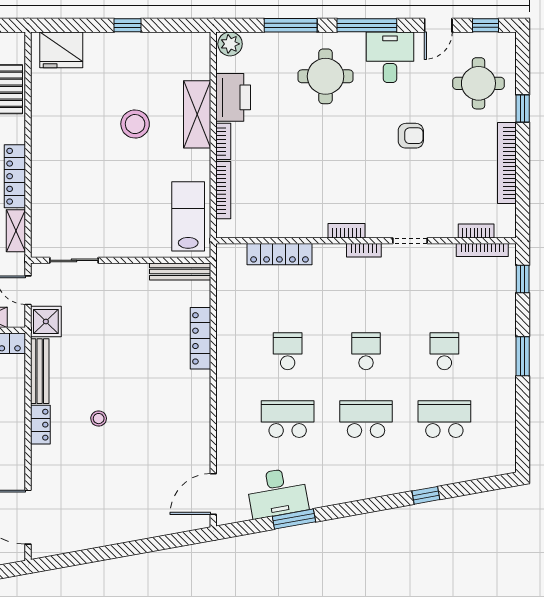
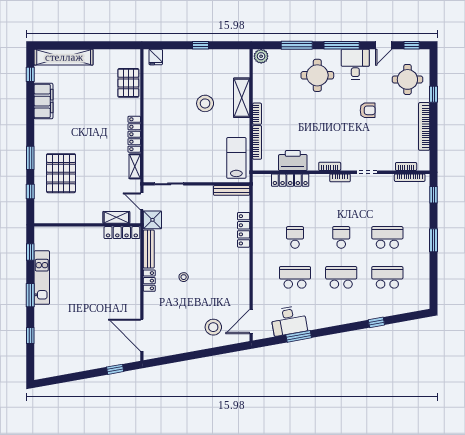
fridge: (61, 50) -> (156, 57), width x0.53, depth x0.75
printer: (233, 97) -> (293, 161), moved, turned -90
school desk: (444, 351) -> (387, 237), width x1.85
stool: (149, 504) -> (213, 327), added

